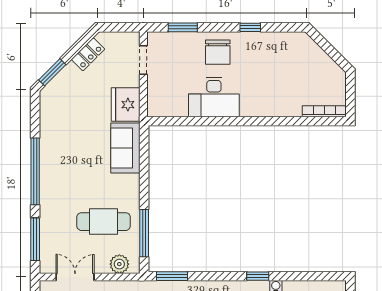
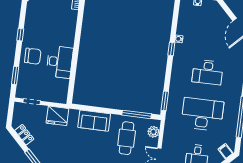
sofa: (125, 148) -> (94, 121), moved

